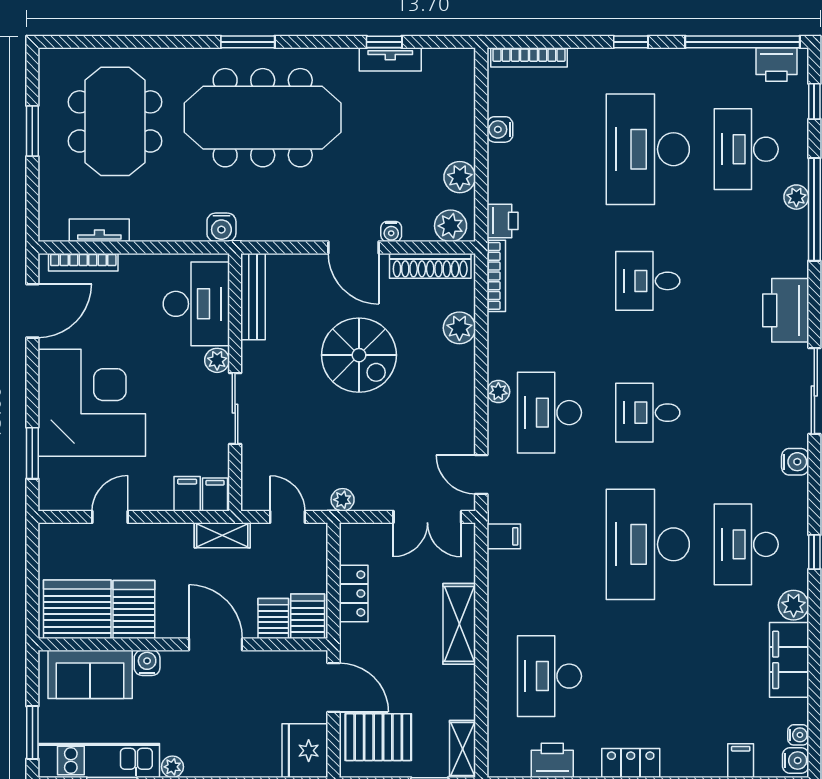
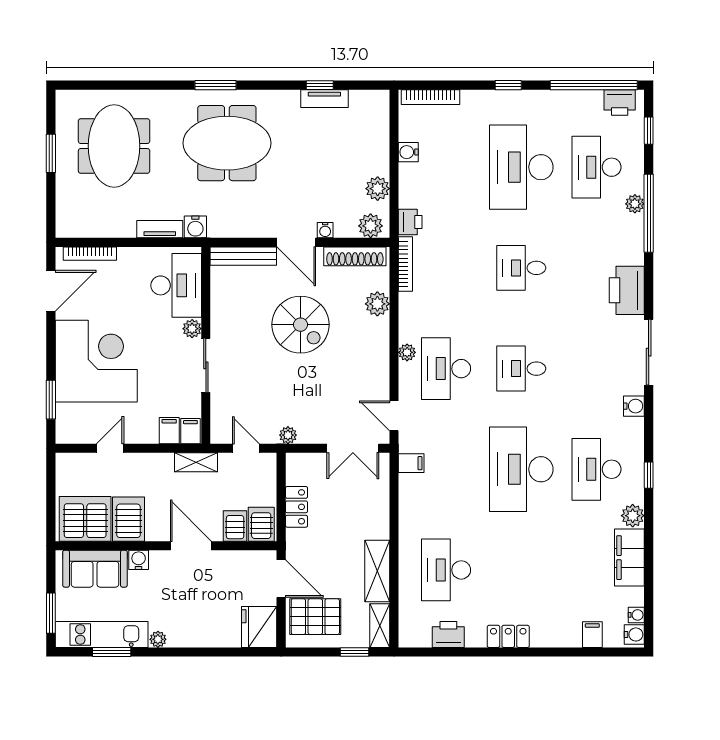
meeting table: (263, 118) -> (227, 143), width x0.73
tv unit: (99, 230) -> (160, 229), moved
bench: (253, 297) -> (243, 256), moved, turned 90
shelving: (459, 624) -> (377, 571), moved

